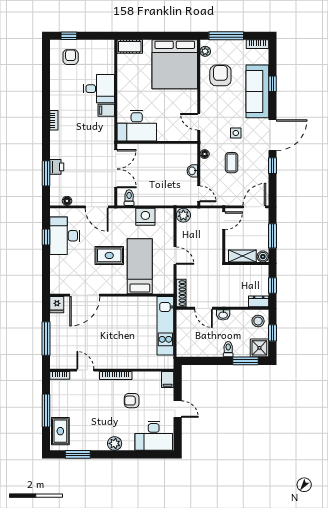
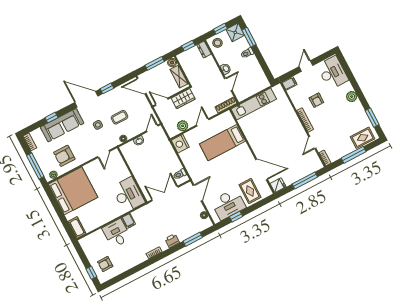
printer: (57, 167) -> (172, 241), moved
plant: (183, 215) -> (183, 126), moved
nightstand: (145, 217) -> (180, 144), moved
wardrobe: (214, 248) -> (183, 99), added
rug: (109, 255) -> (250, 191), moved

